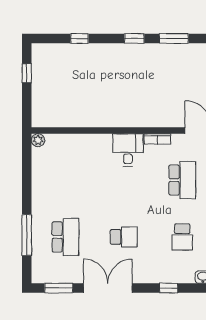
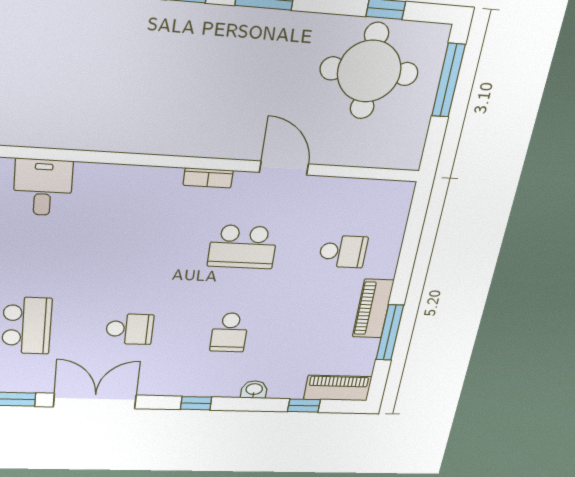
desk: (128, 150) -> (43, 187), moved
school desk: (182, 180) -> (243, 247), turned 90

